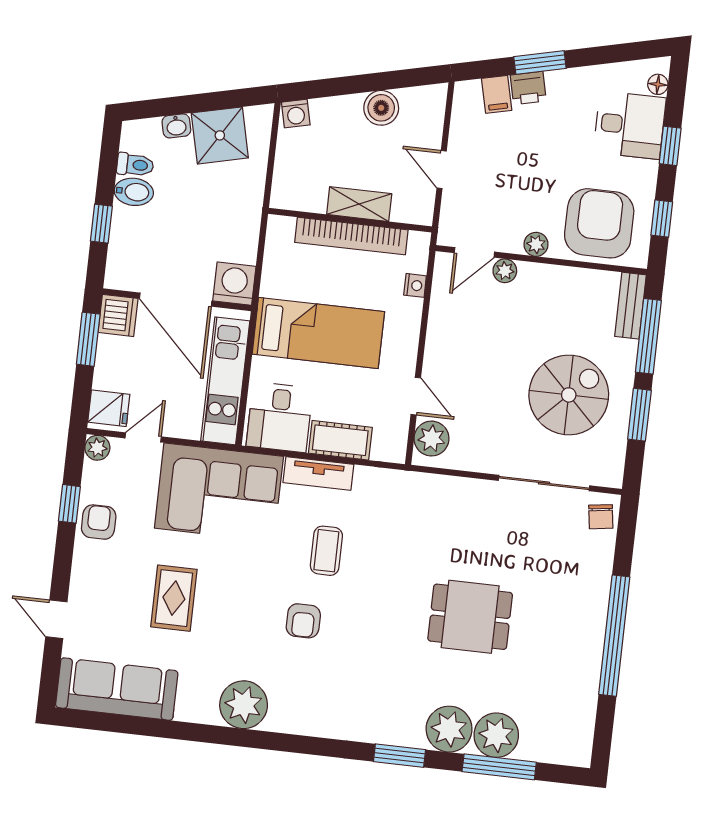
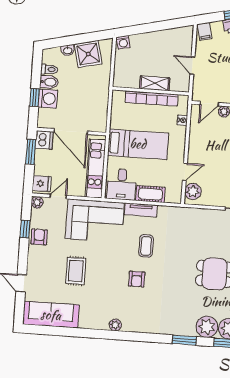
filing cabinet: (497, 94) -> (204, 31), moved
boiler: (381, 108) -> (163, 38), removed
washing machine: (234, 284) -> (48, 99), moved, turned 90
door: (416, 396) -> (185, 172), hinge flipped
plant: (244, 705) -> (115, 325), width x0.53, depth x0.53

